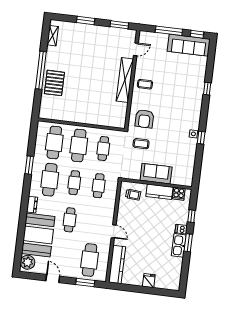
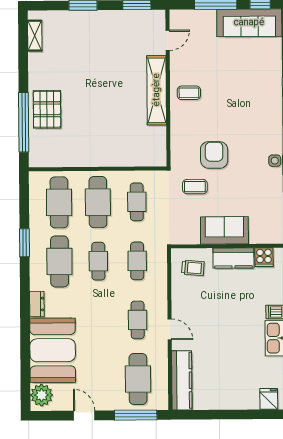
window: (41, 70) -> (24, 122), moved
armchair: (144, 119) -> (214, 155), moved, turned 180
cafe table: (70, 220) -> (138, 320), moved
fridge: (149, 281) -> (269, 399), moved
window: (85, 283) -> (136, 415), width x1.44

